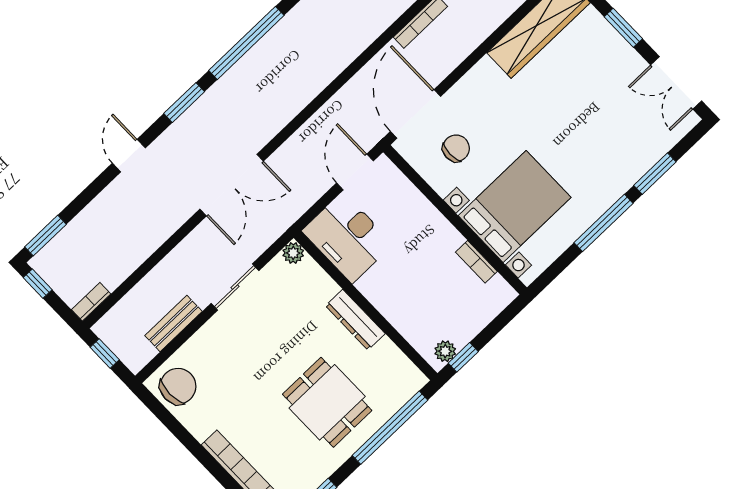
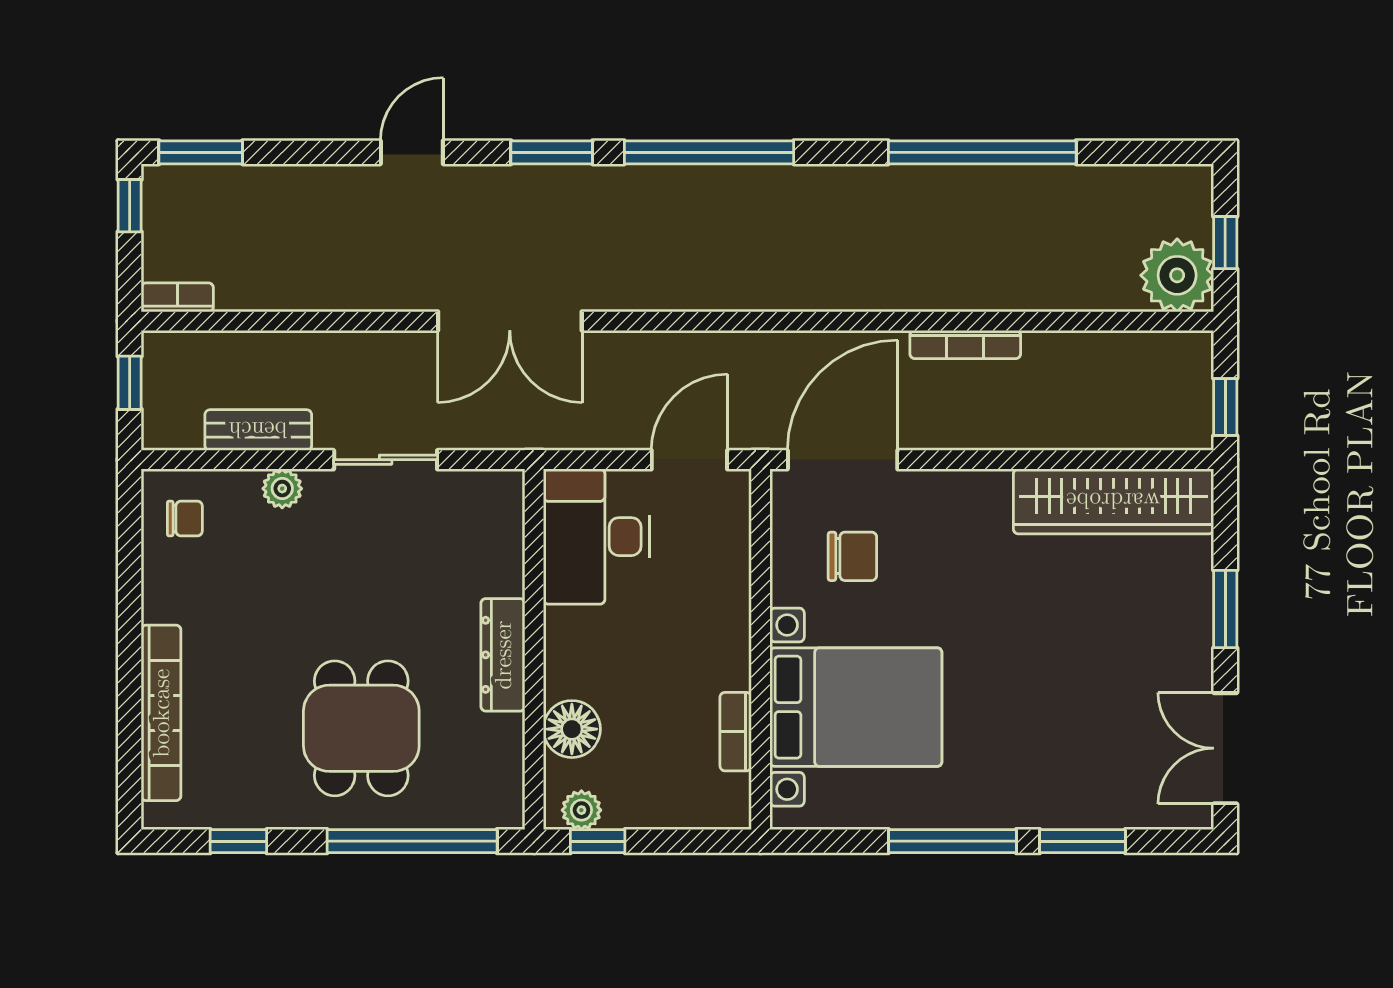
plant: (293, 253) -> (282, 489), moved
floor lamp: (411, 323) -> (572, 729), added
chair: (178, 386) -> (185, 518), width x0.54, depth x0.54

